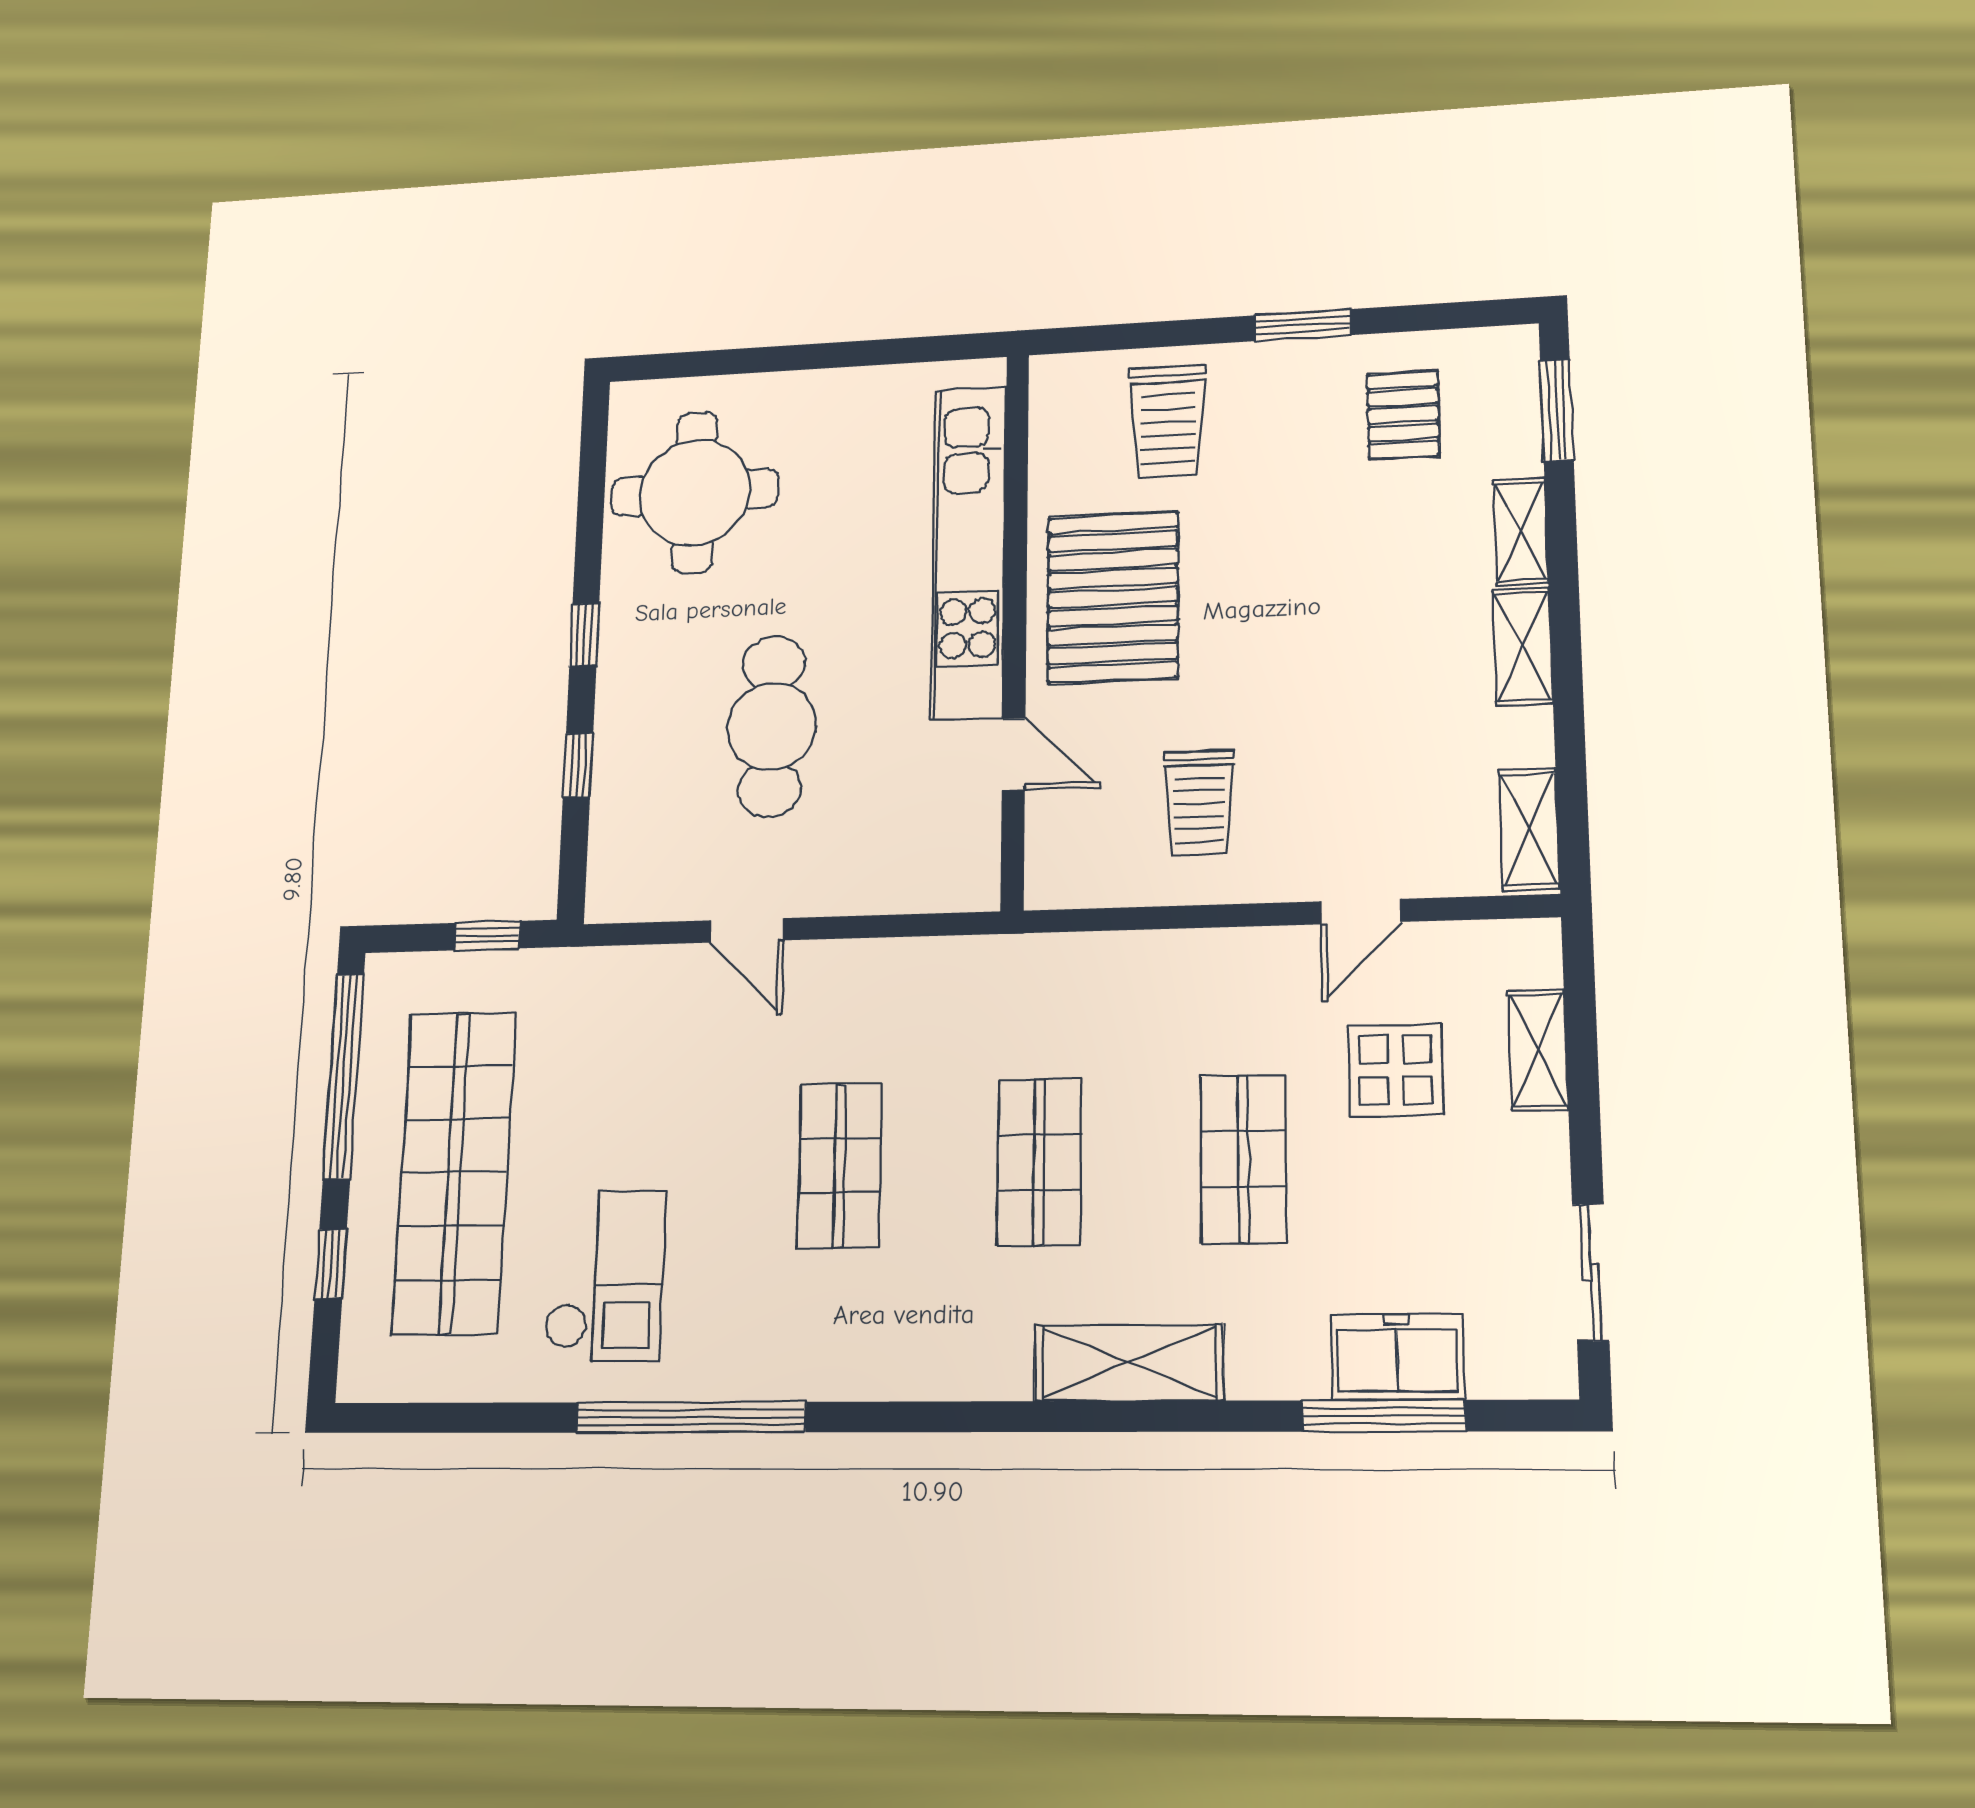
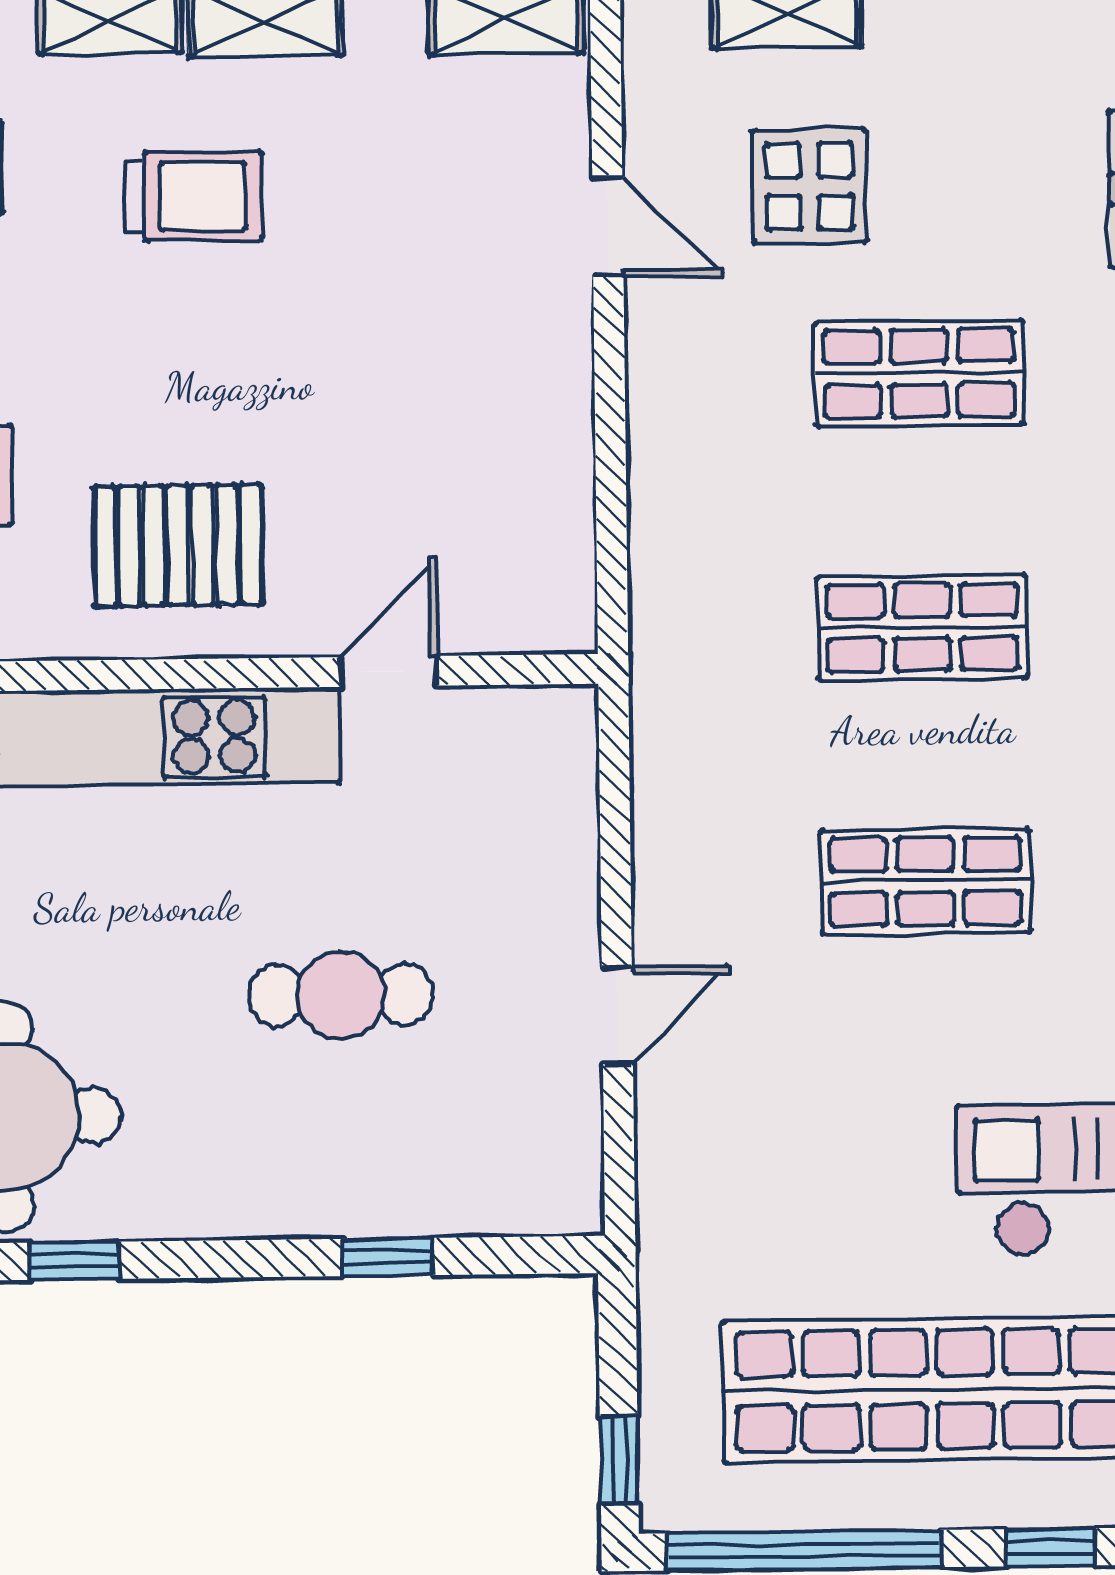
pallet: (1113, 597) -> (178, 545), width x0.73, depth x0.71
window: (584, 635) -> (74, 1261), moved
cafe table: (772, 726) -> (341, 995), width x0.73, depth x0.74
trolley: (1199, 803) -> (193, 196), moved
window: (487, 936) -> (619, 1460), moved

